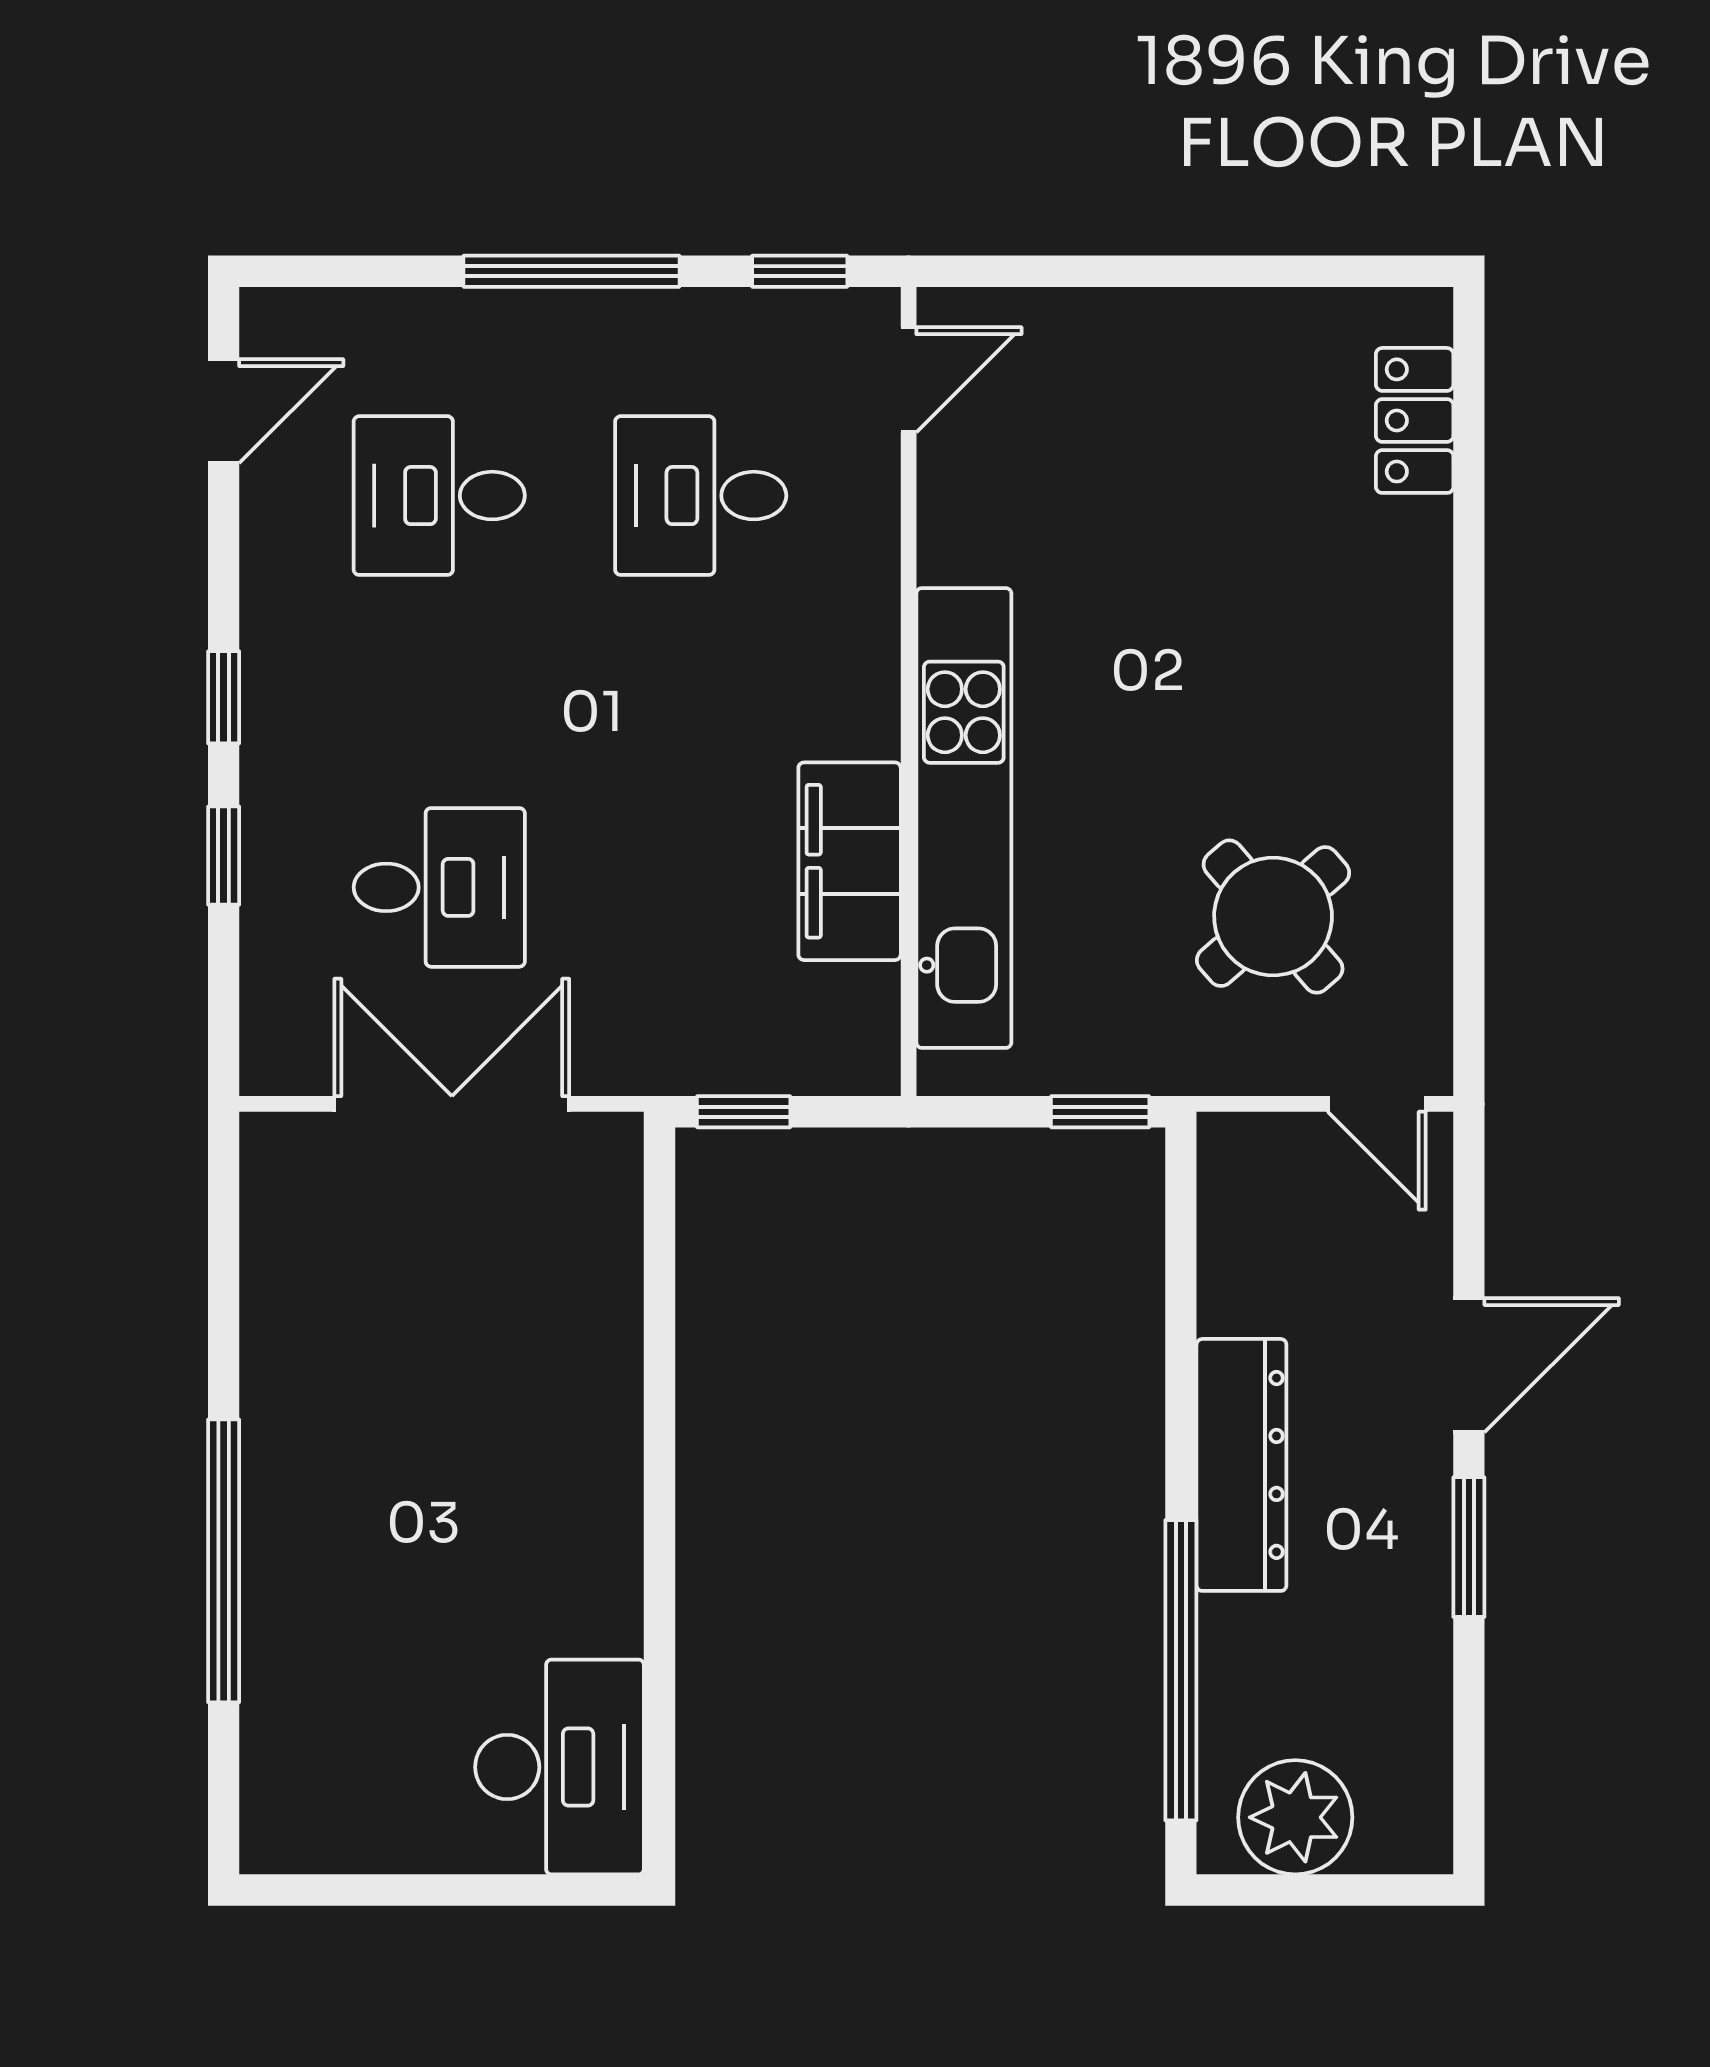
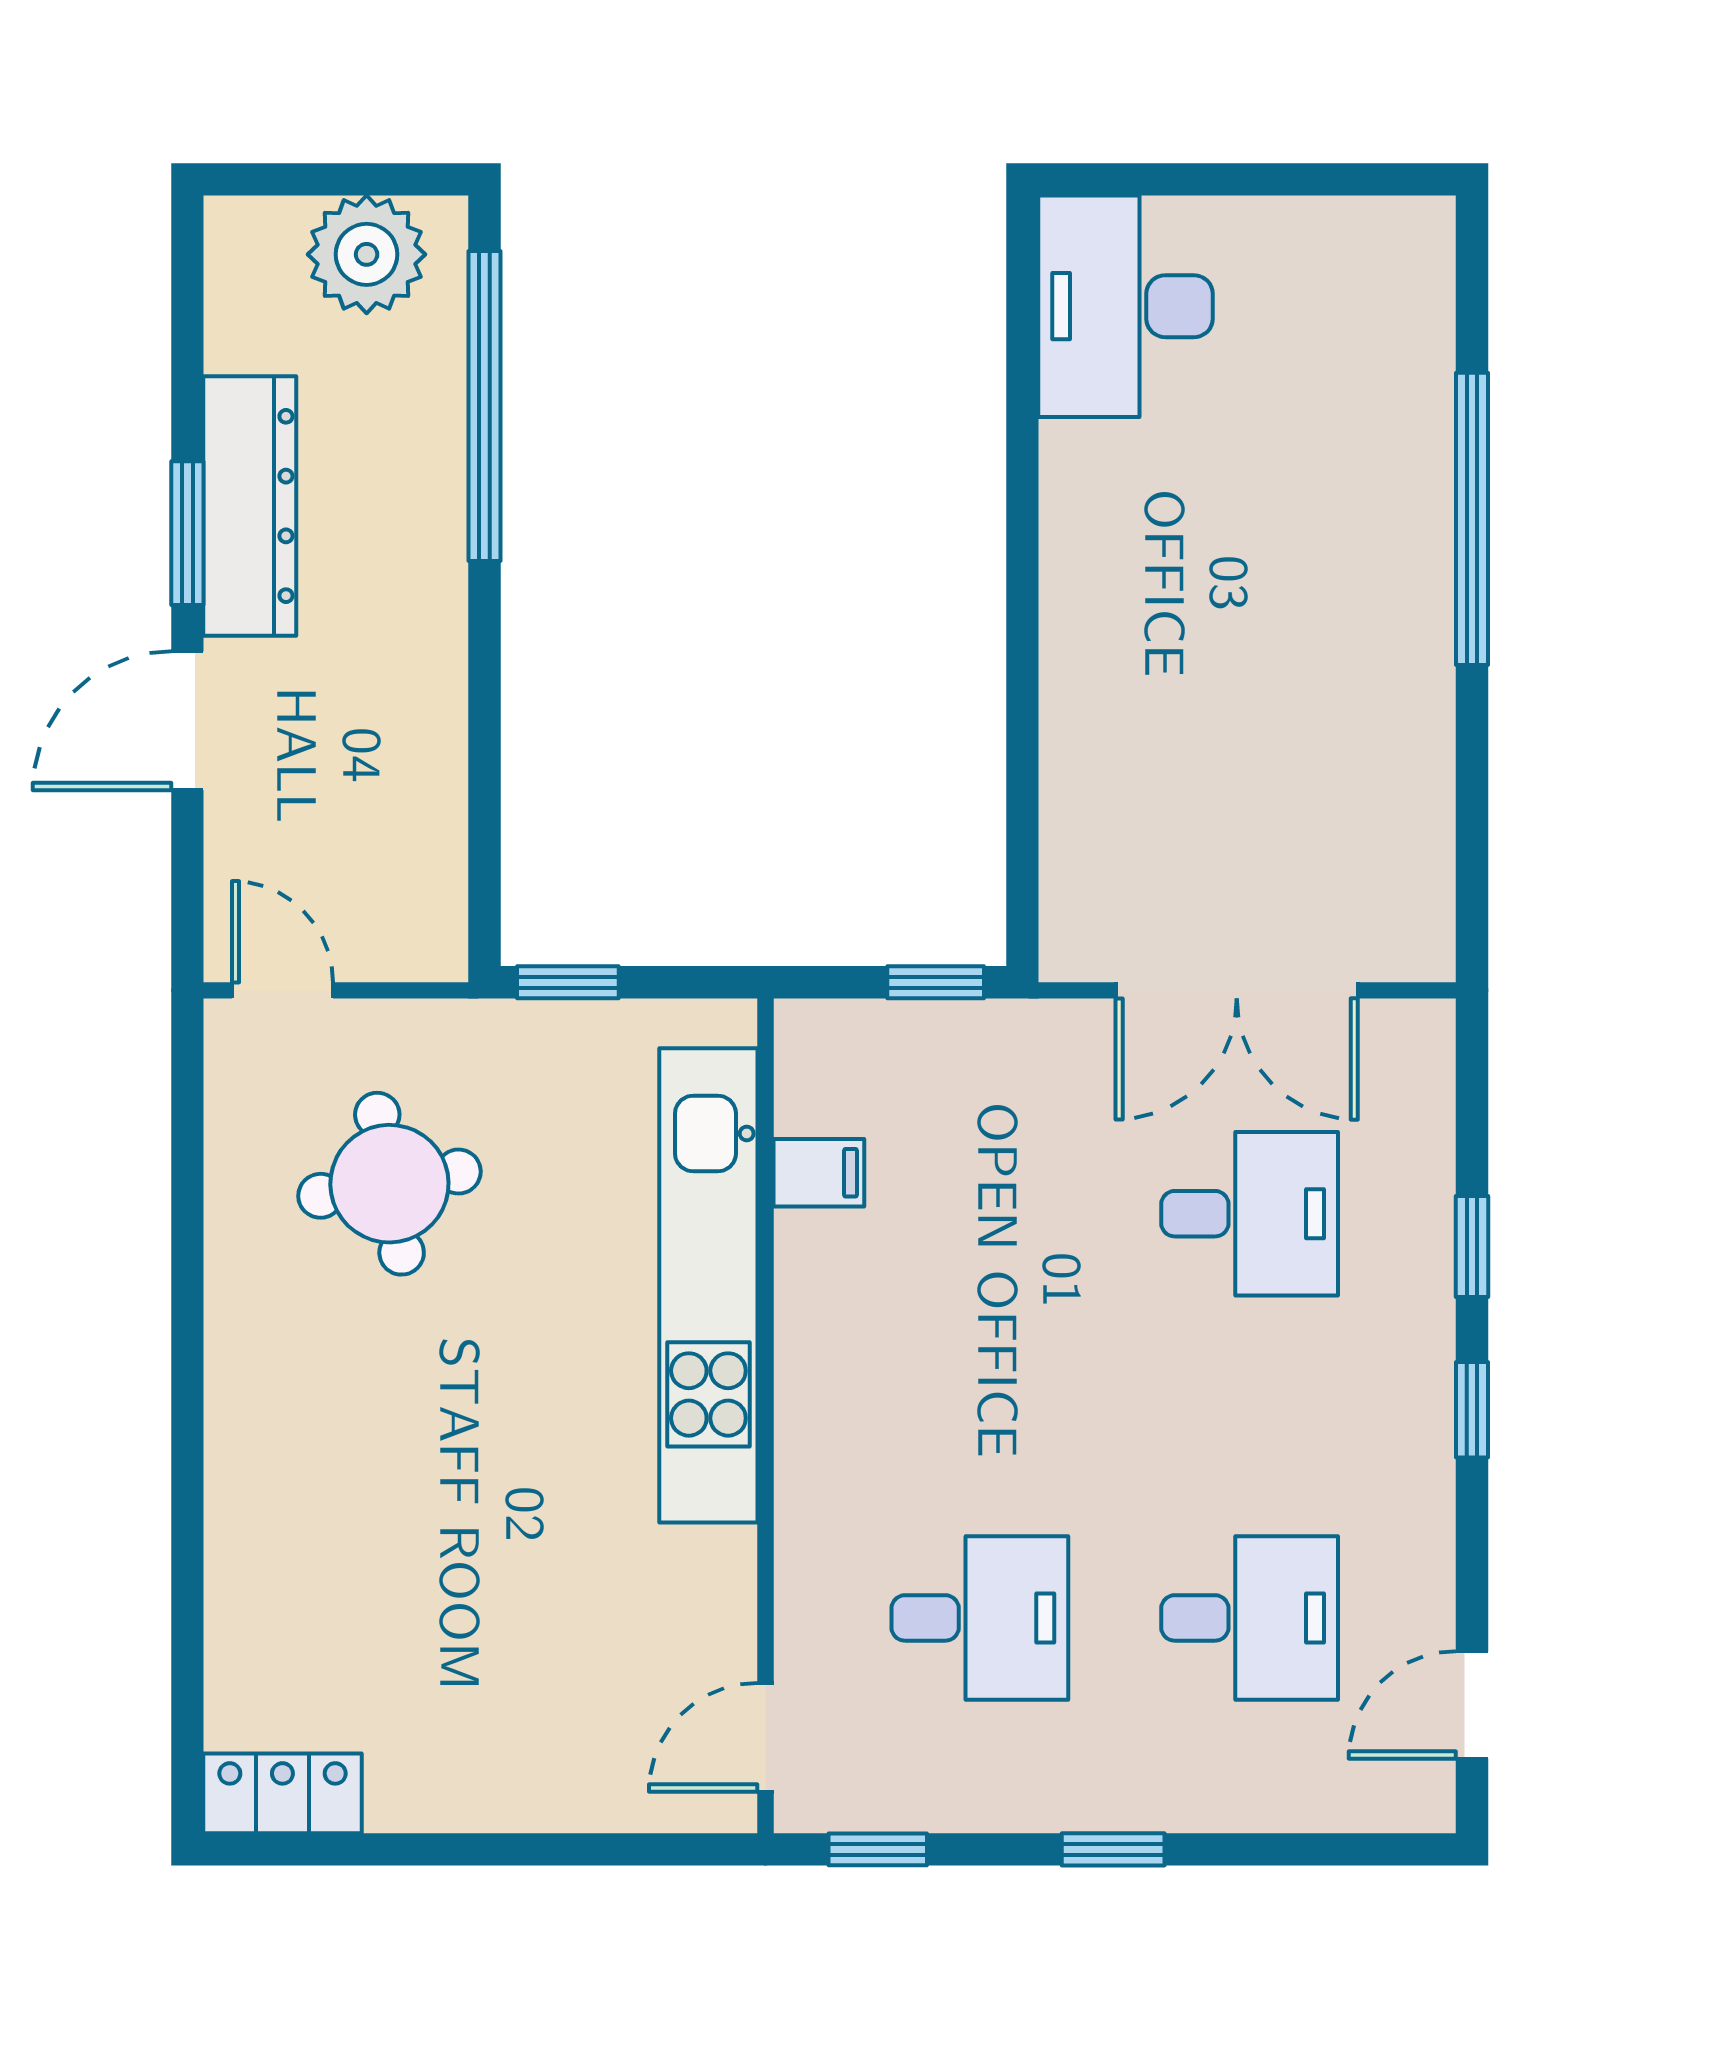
window: (572, 271) -> (1113, 1849), width x0.46
locker: (1415, 420) -> (282, 1793), moved, turned -90
filing cabinet: (850, 861) -> (819, 1173), width x0.33, depth x0.86
desk: (439, 887) -> (1250, 1214), turned 180
round table: (1273, 917) -> (389, 1184), turned 31
dresser: (1241, 1465) -> (250, 506), moved, turned 180

